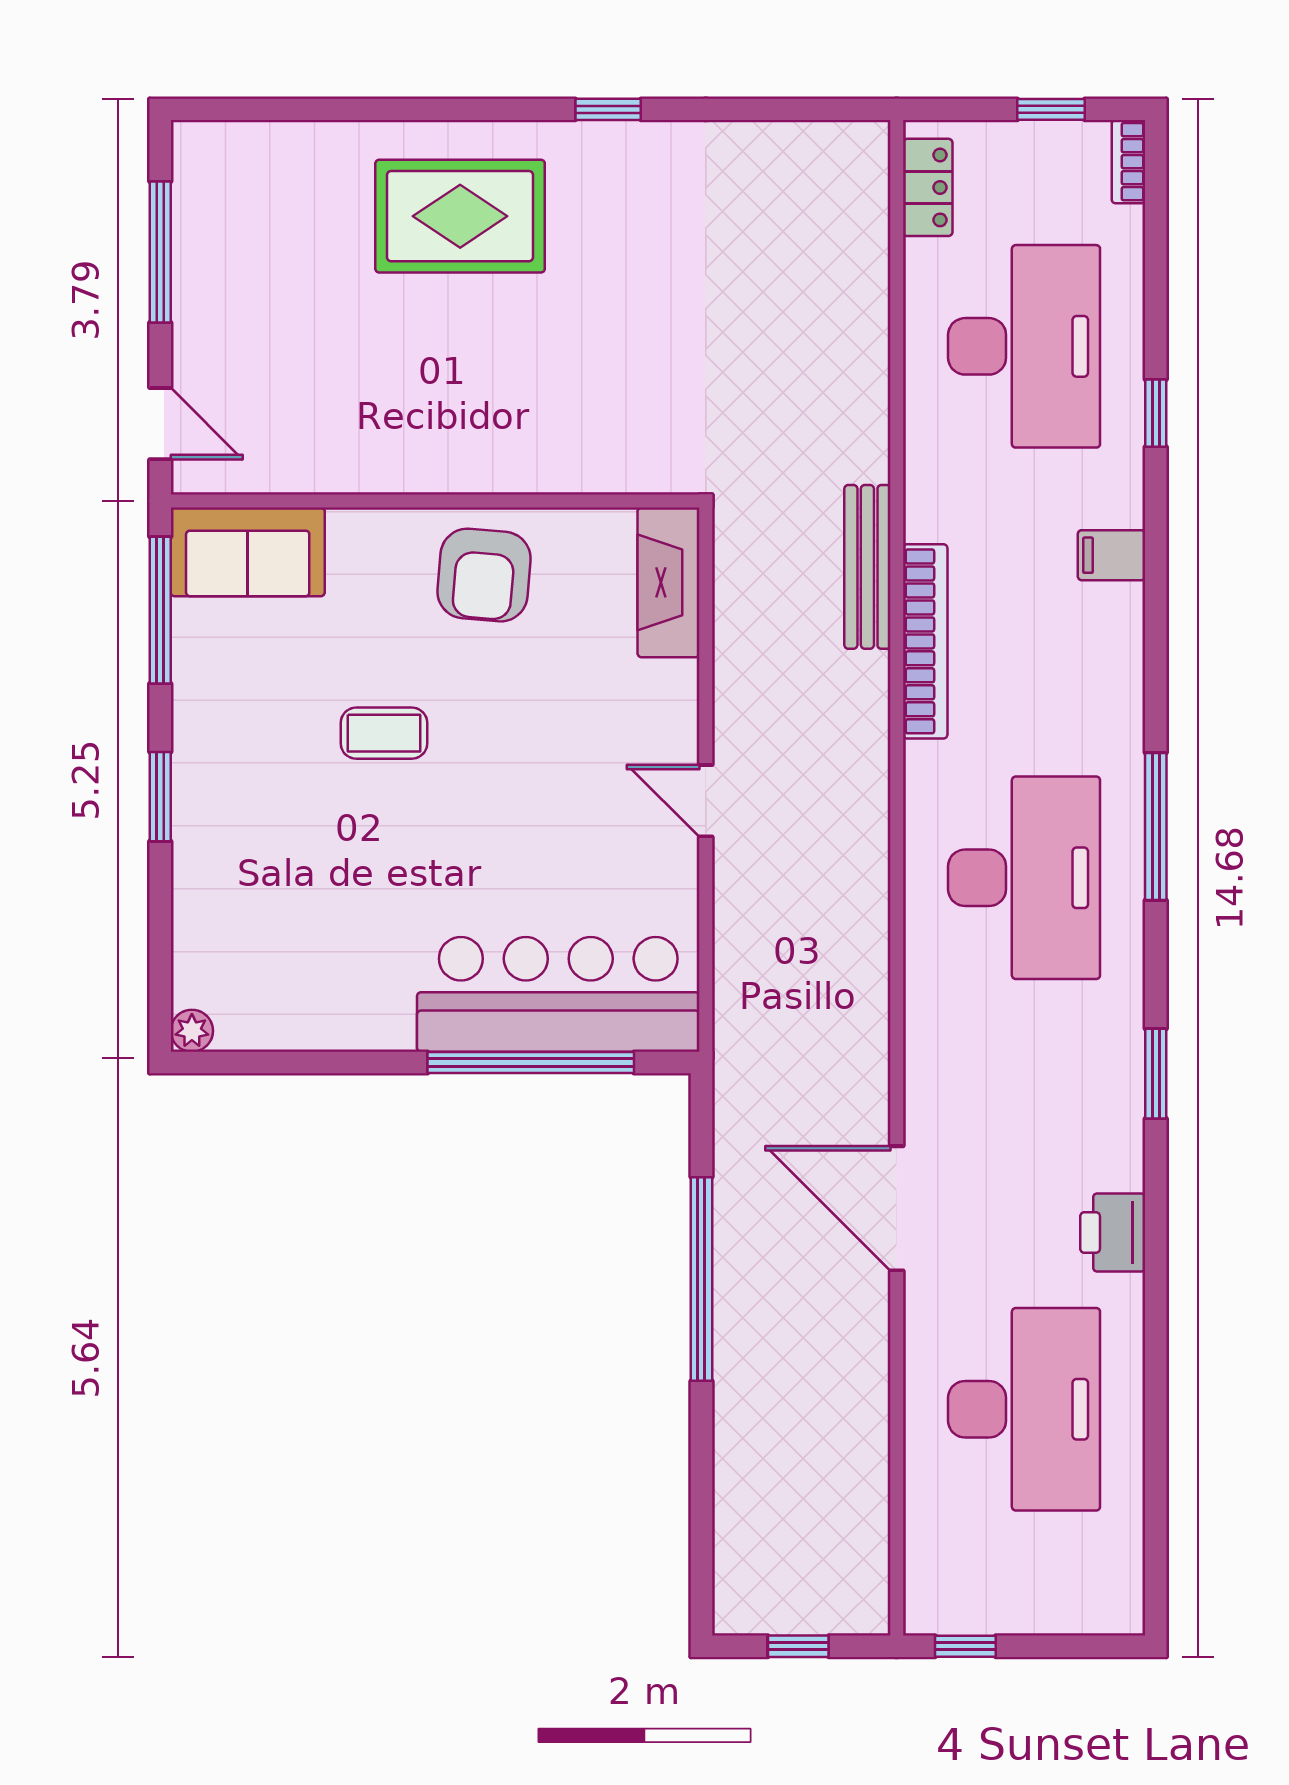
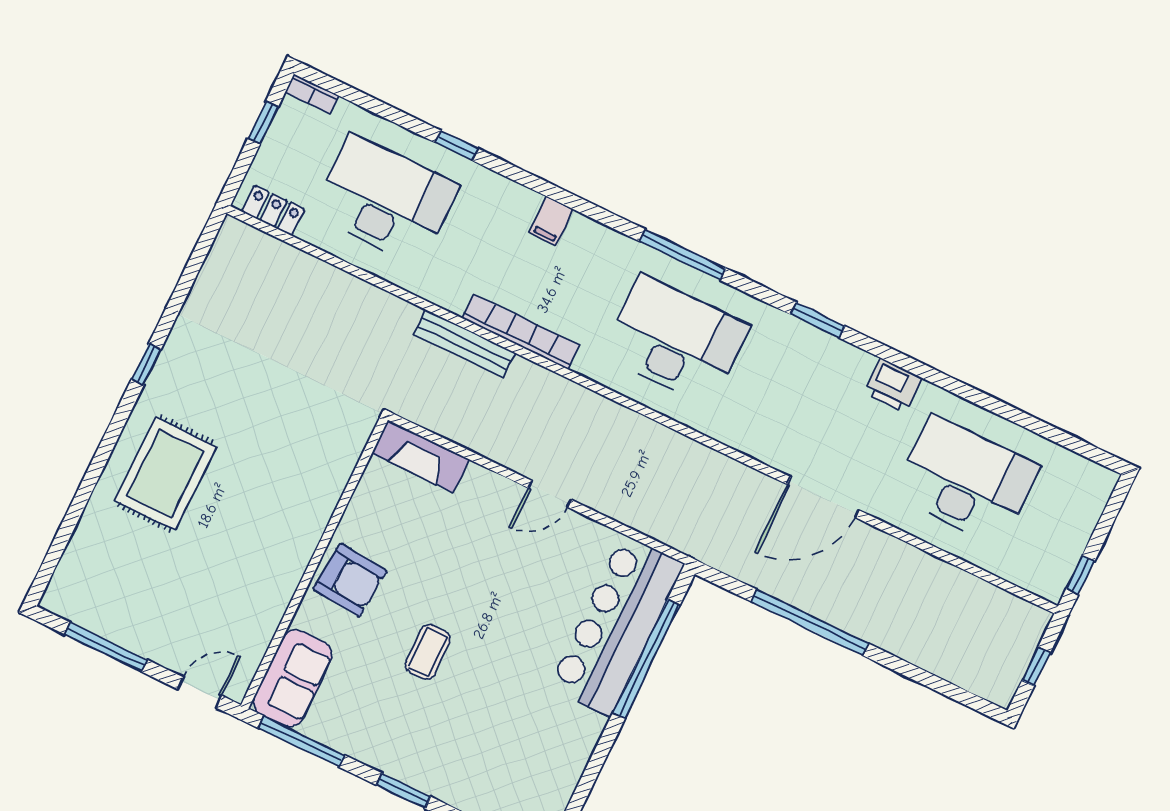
filing cabinet: (1111, 555) -> (551, 221), moved
armchair: (484, 575) -> (350, 580), moved

